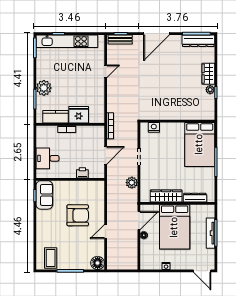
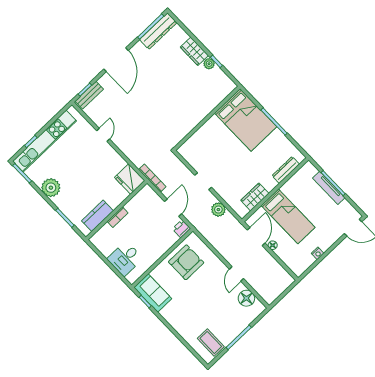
plant: (44, 88) -> (51, 188), moved
fridge: (79, 115) -> (130, 179), moved, turned -90
nightstand: (154, 127) -> (192, 143), removed
printer: (82, 173) -> (181, 229), moved
wardrobe: (166, 196) -> (255, 197), width x0.67
armchair: (78, 215) -> (186, 262), moved
bed: (175, 227) -> (288, 216), width x0.67
floor lamp: (98, 263) -> (246, 298), moved

